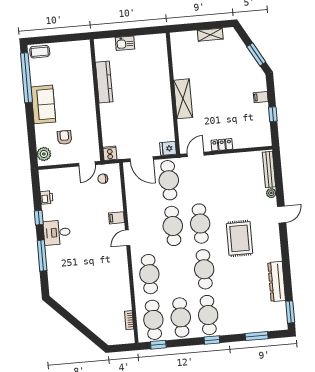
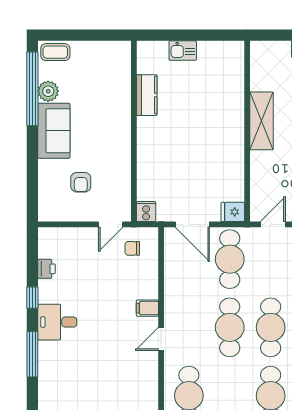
kitchen counter: (104, 82) -> (147, 95), width x0.67
shelving: (183, 99) -> (261, 121), moved
armchair: (64, 137) -> (81, 182), turned 180
plant: (44, 154) -> (48, 91), moved

